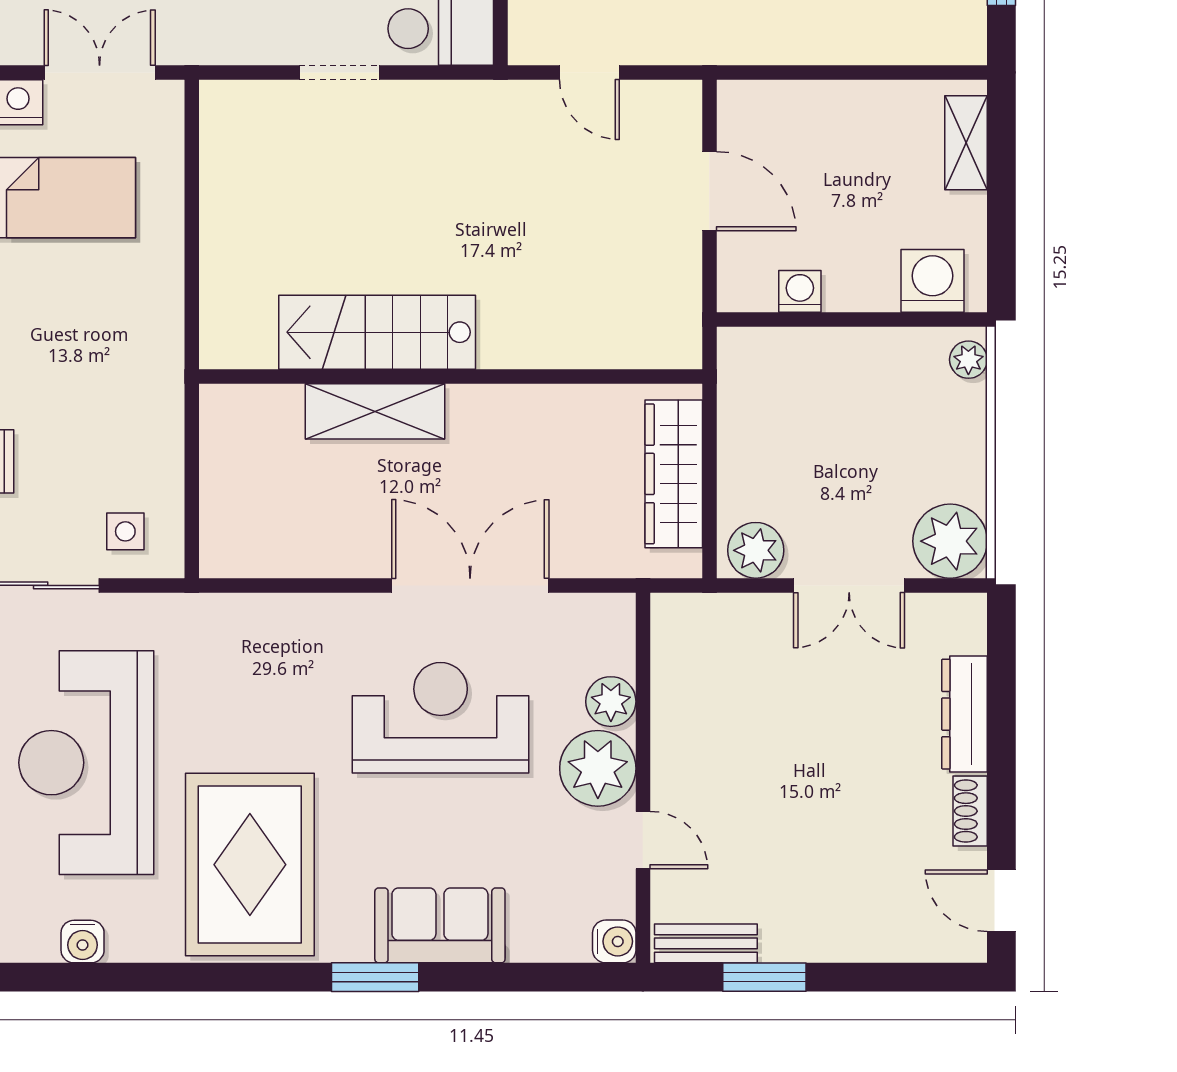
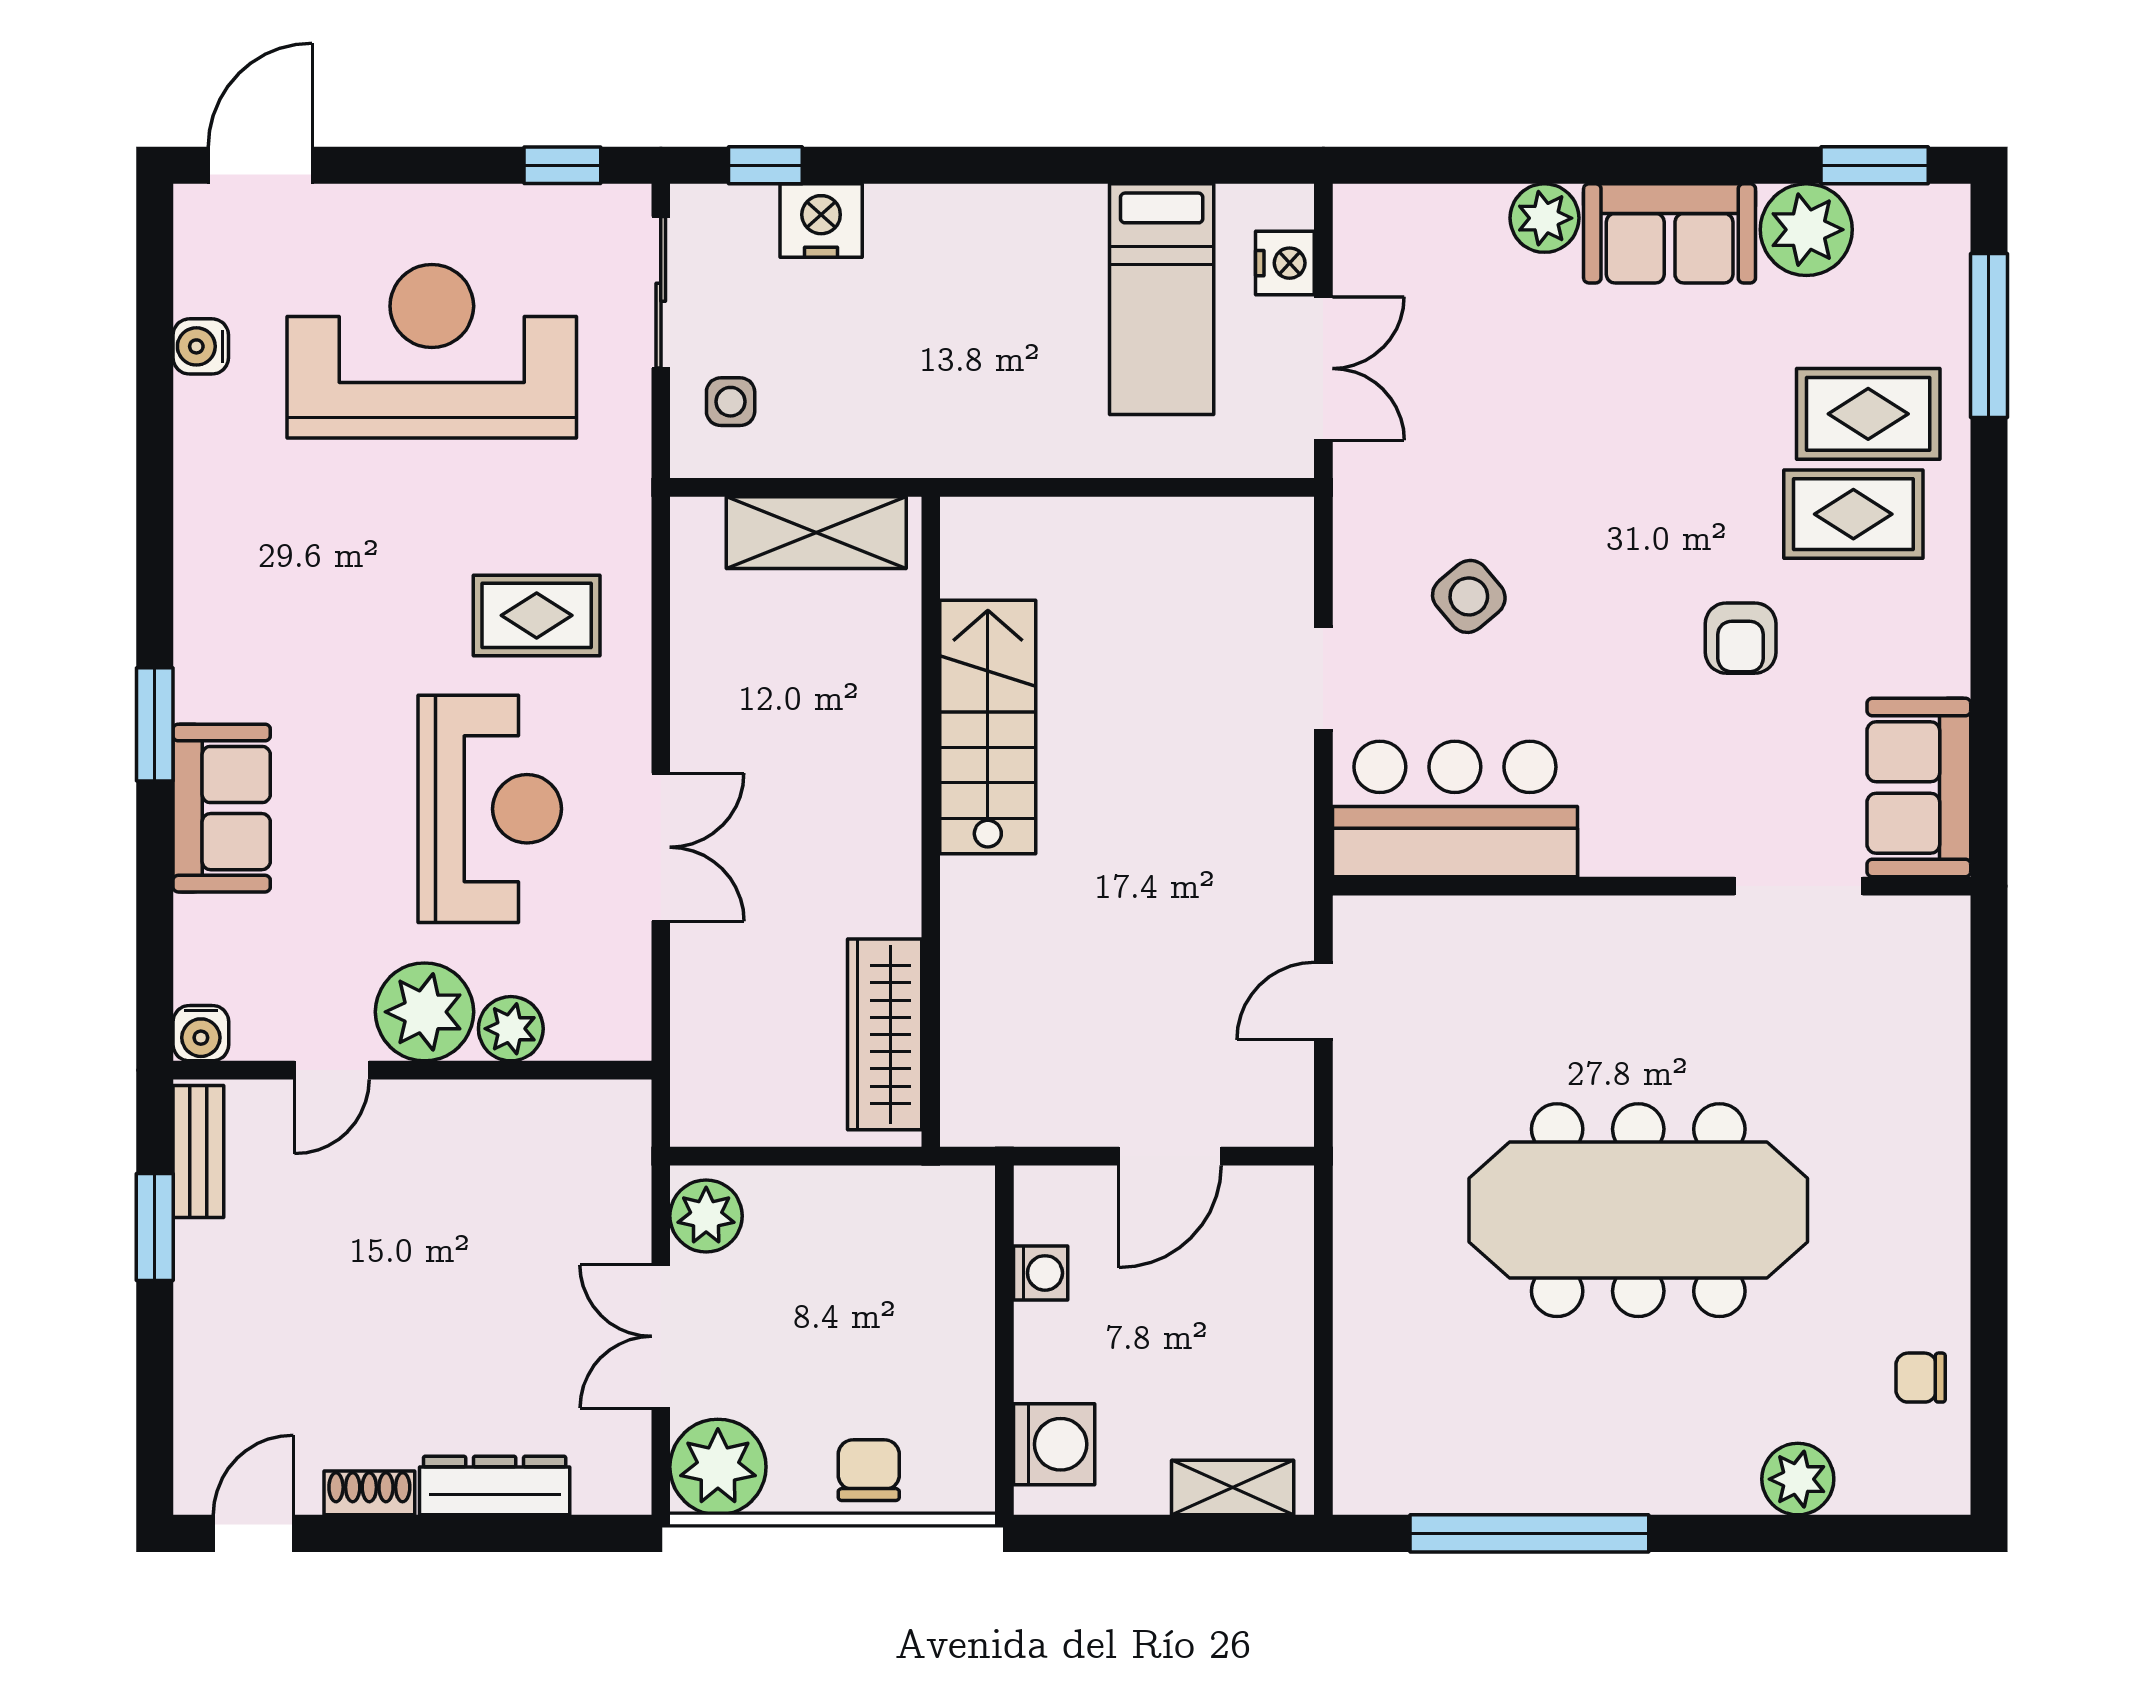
plant: (968, 360) -> (952, 1491), removed
shelving: (375, 411) -> (816, 533), moved, turned 90
chair: (953, 424) -> (869, 1470), added
wardrobe: (674, 474) -> (885, 1034), moved, turned -90
double door: (470, 585) -> (661, 847), width x0.73
rug: (250, 865) -> (537, 615), moved, width x0.54, depth x0.49

